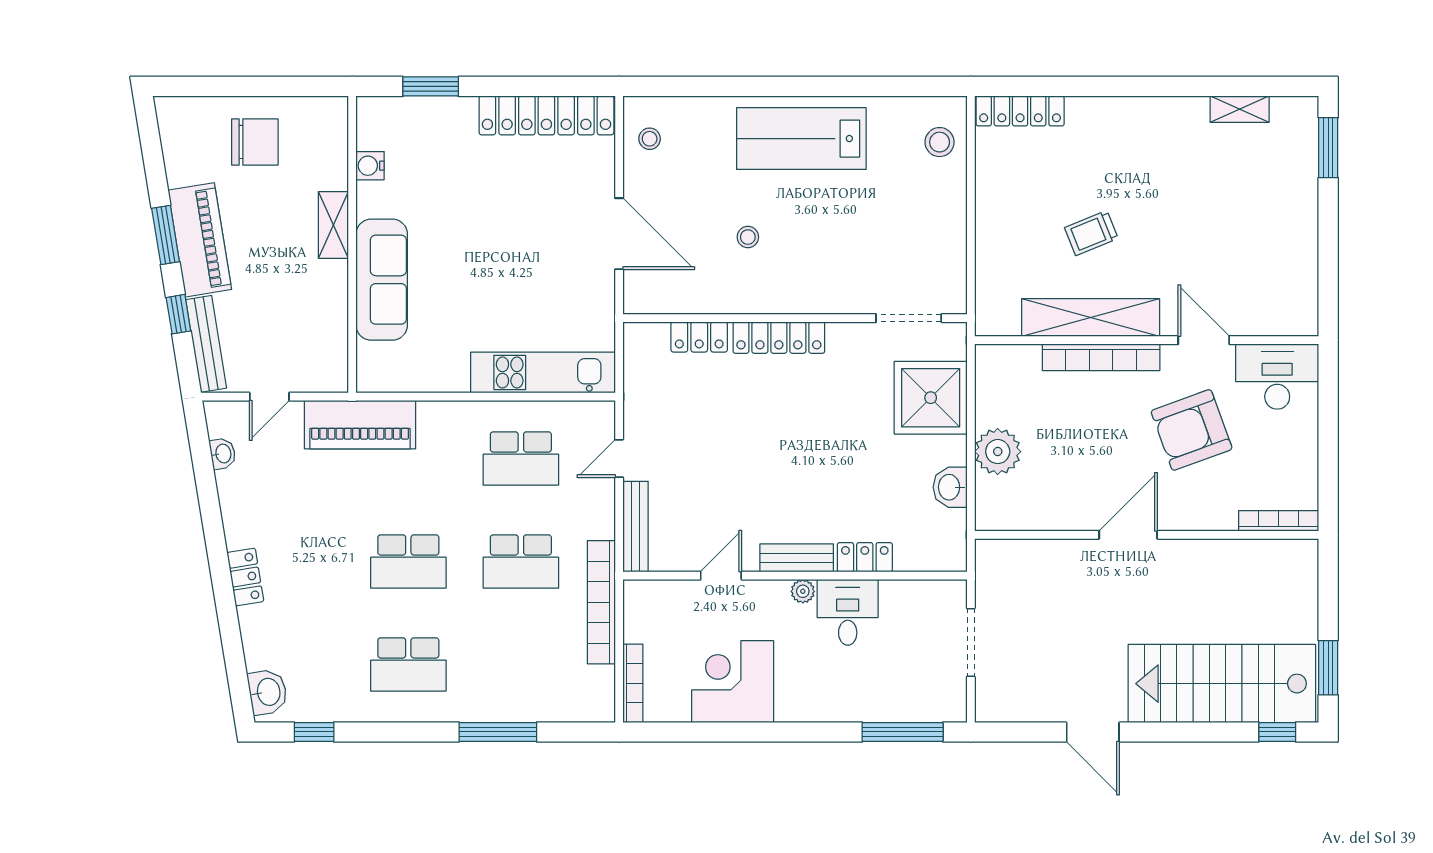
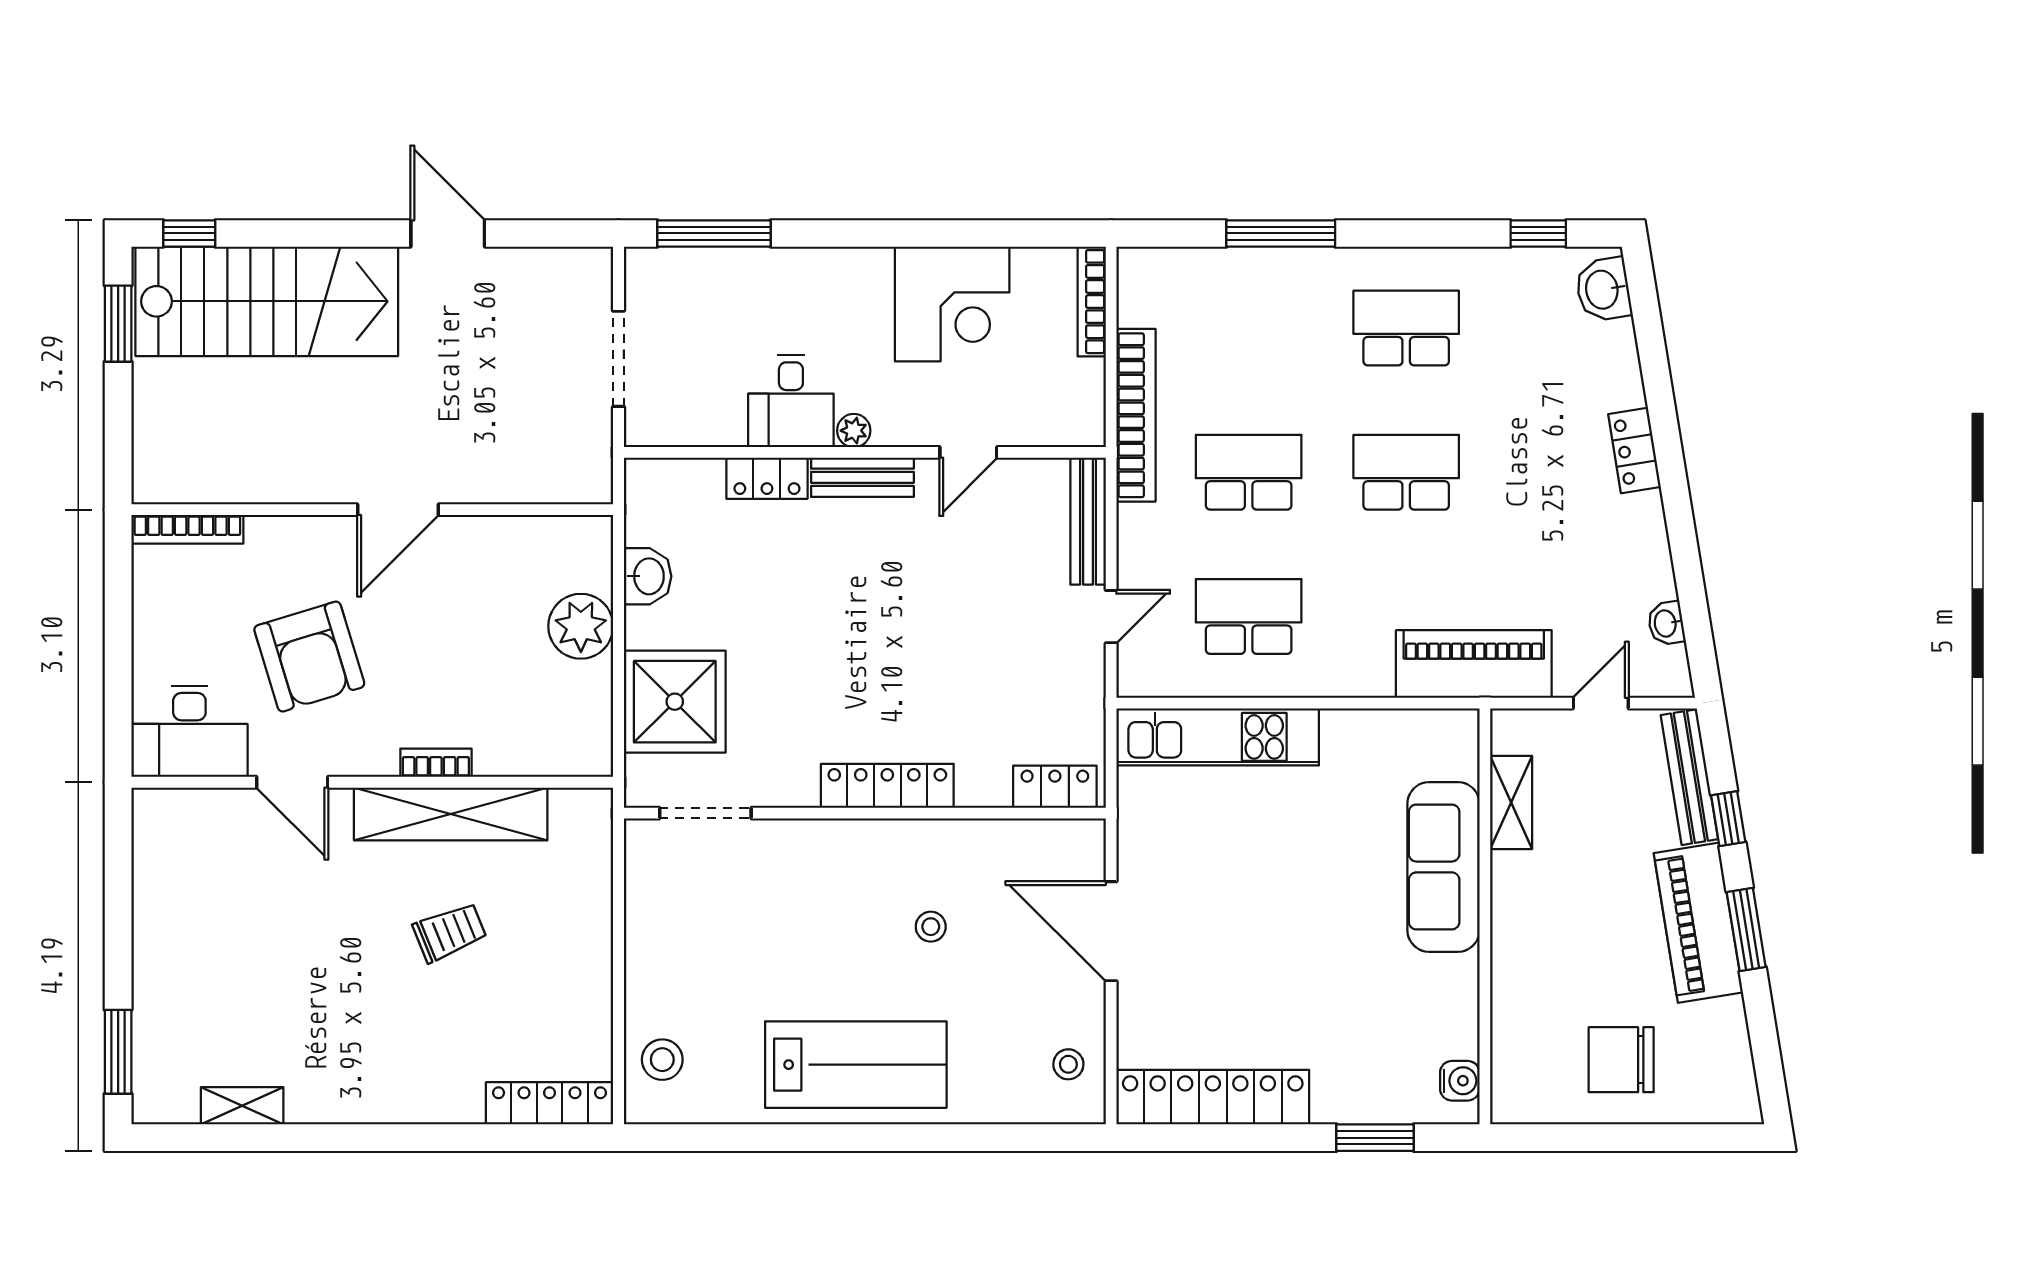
water cooler: (370, 166) -> (1460, 1081), moved
shelving: (333, 225) -> (1511, 802), moved
locker: (699, 337) -> (1055, 787), moved
bookcase: (1101, 357) -> (436, 763), width x0.43, depth x0.76
armchair: (1192, 430) -> (309, 657), turned 93

